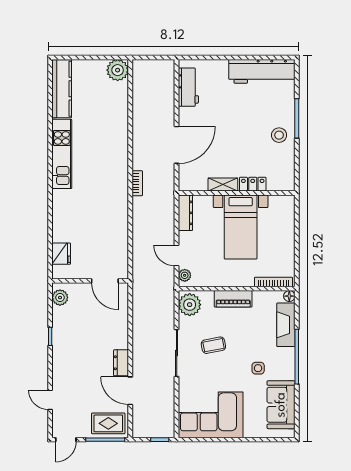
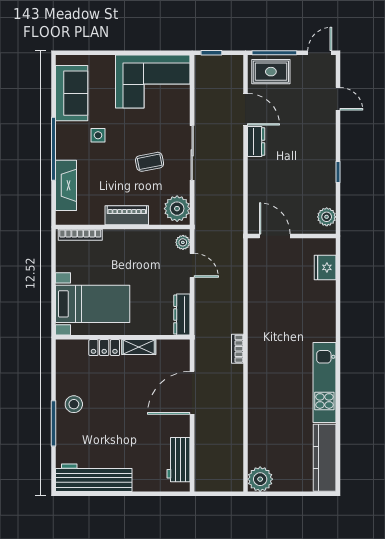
bed with nightstands: (241, 227) -> (93, 304), moved, turned 90
floor lamp: (289, 296) -> (62, 219), removed

